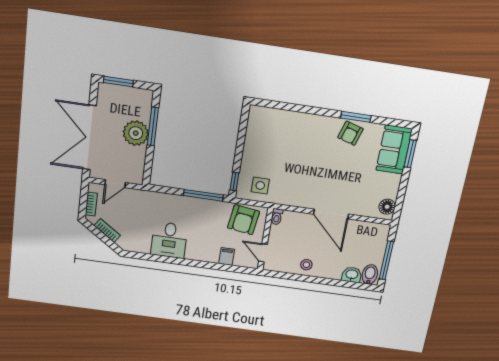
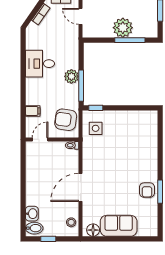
armchair: (350, 133) -> (147, 190), turned -107
sofa: (394, 149) -> (119, 226), moved
window: (410, 154) -> (138, 239), removed
plant: (190, 205) -> (71, 76), added
window: (386, 260) -> (48, 239), width x0.46
stool: (306, 265) -> (71, 222), moved

